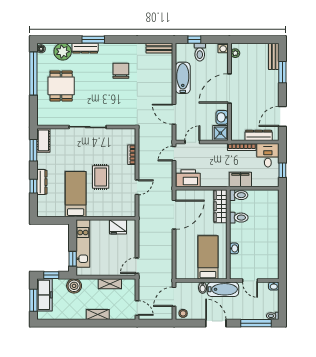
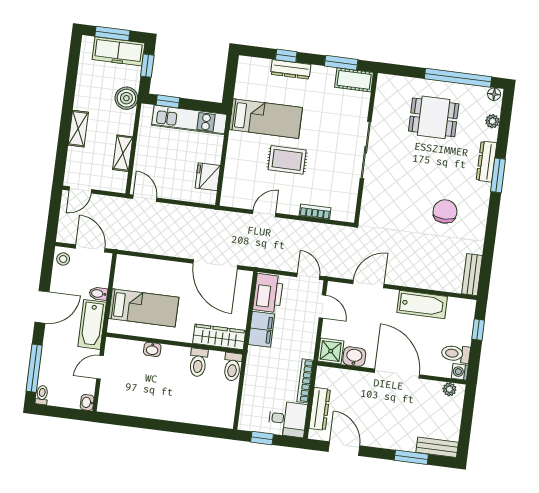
plant: (63, 52) -> (492, 121), width x0.53, depth x0.53
toilet: (200, 52) -> (456, 354), moved
chair: (121, 71) -> (445, 212), turned -90
filing cabinet: (240, 180) -> (261, 329), moved
door: (137, 187) -> (264, 213), swing flipped

